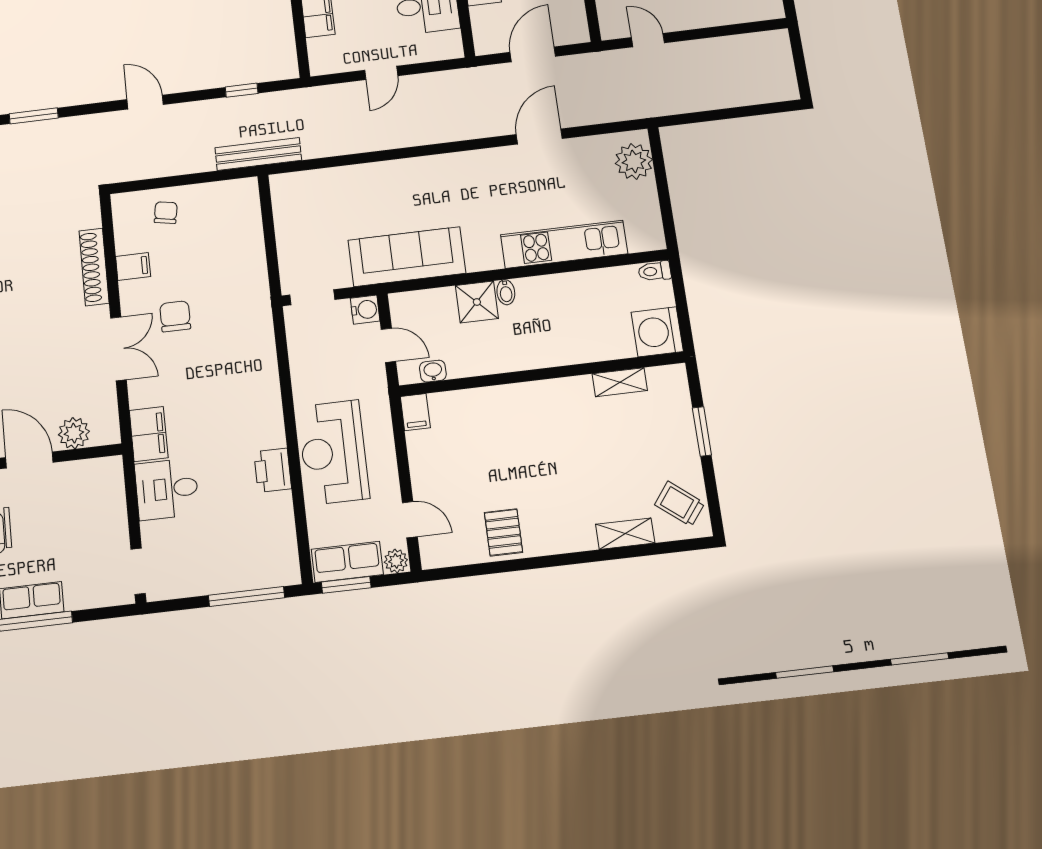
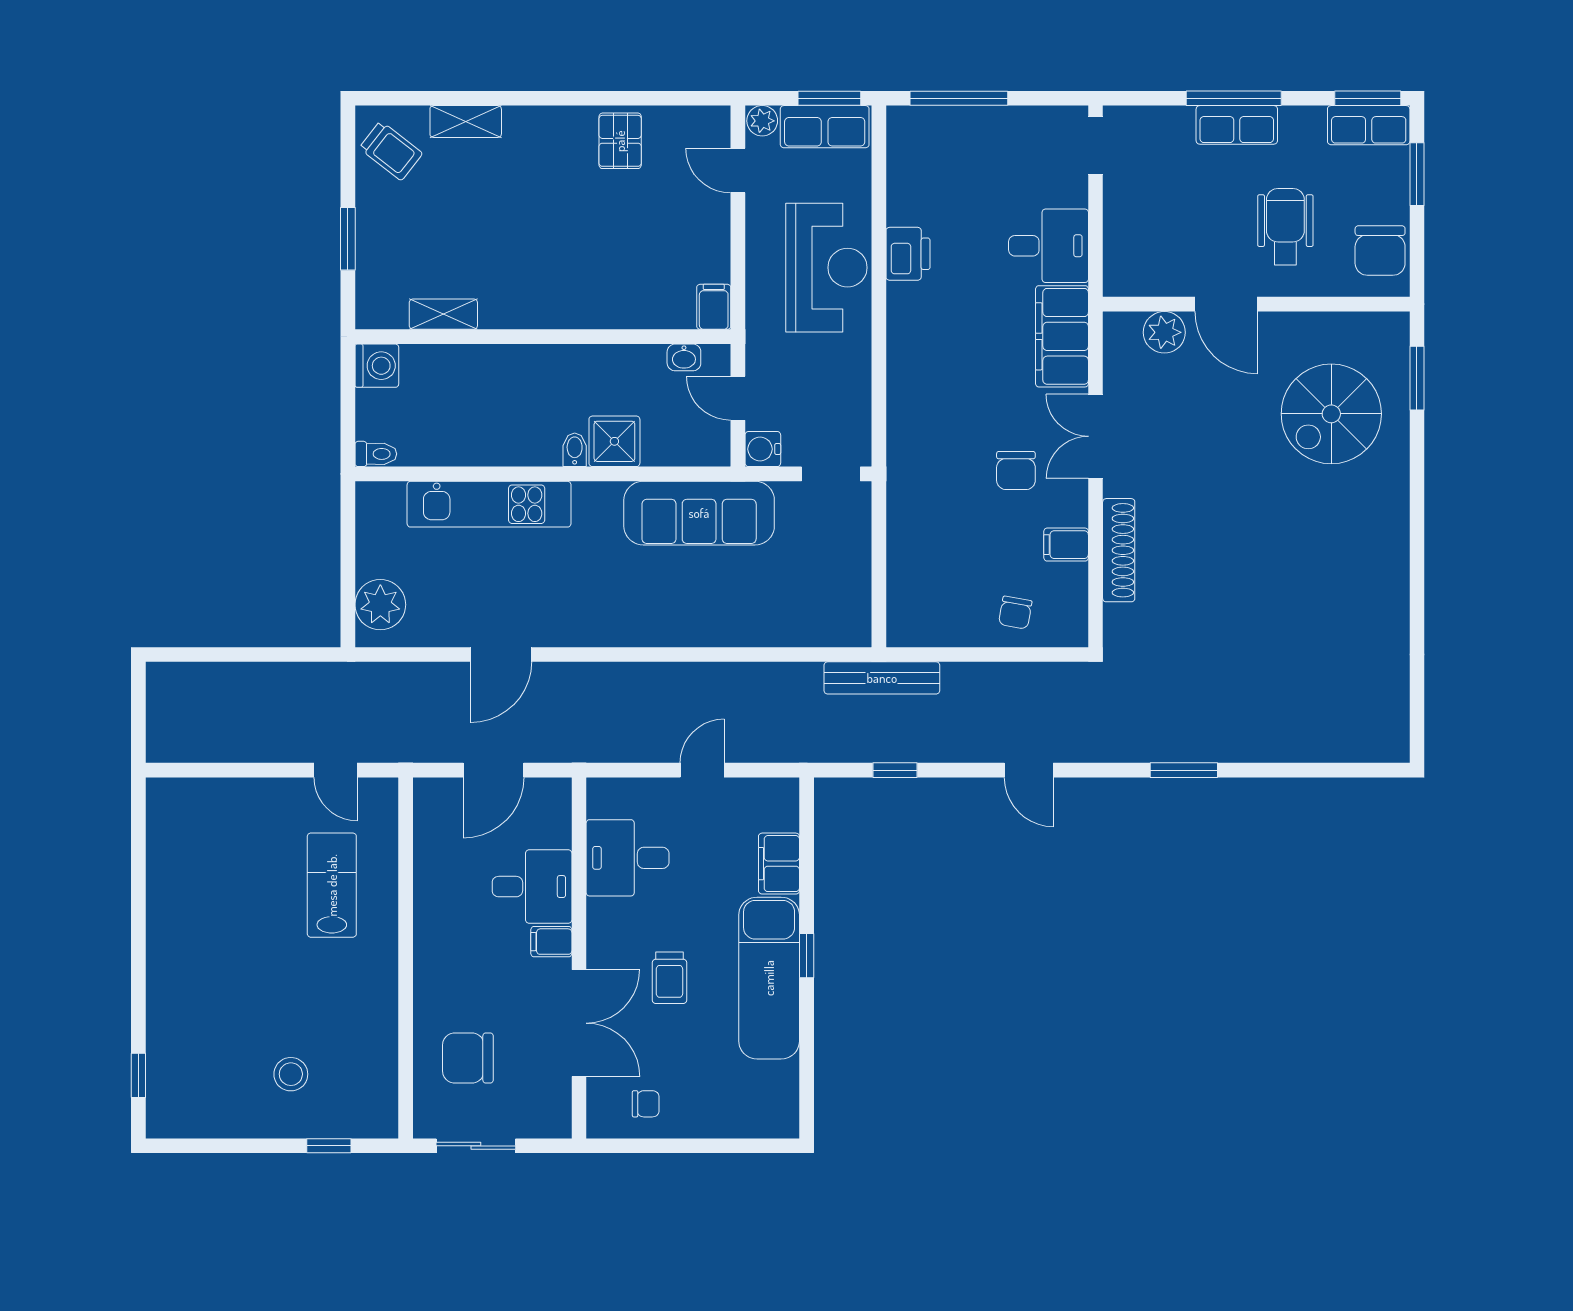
washing machine: (657, 332) -> (377, 366), width x0.73, depth x0.73
filing cabinet: (149, 434) -> (1062, 336), width x1.50, depth x1.17

